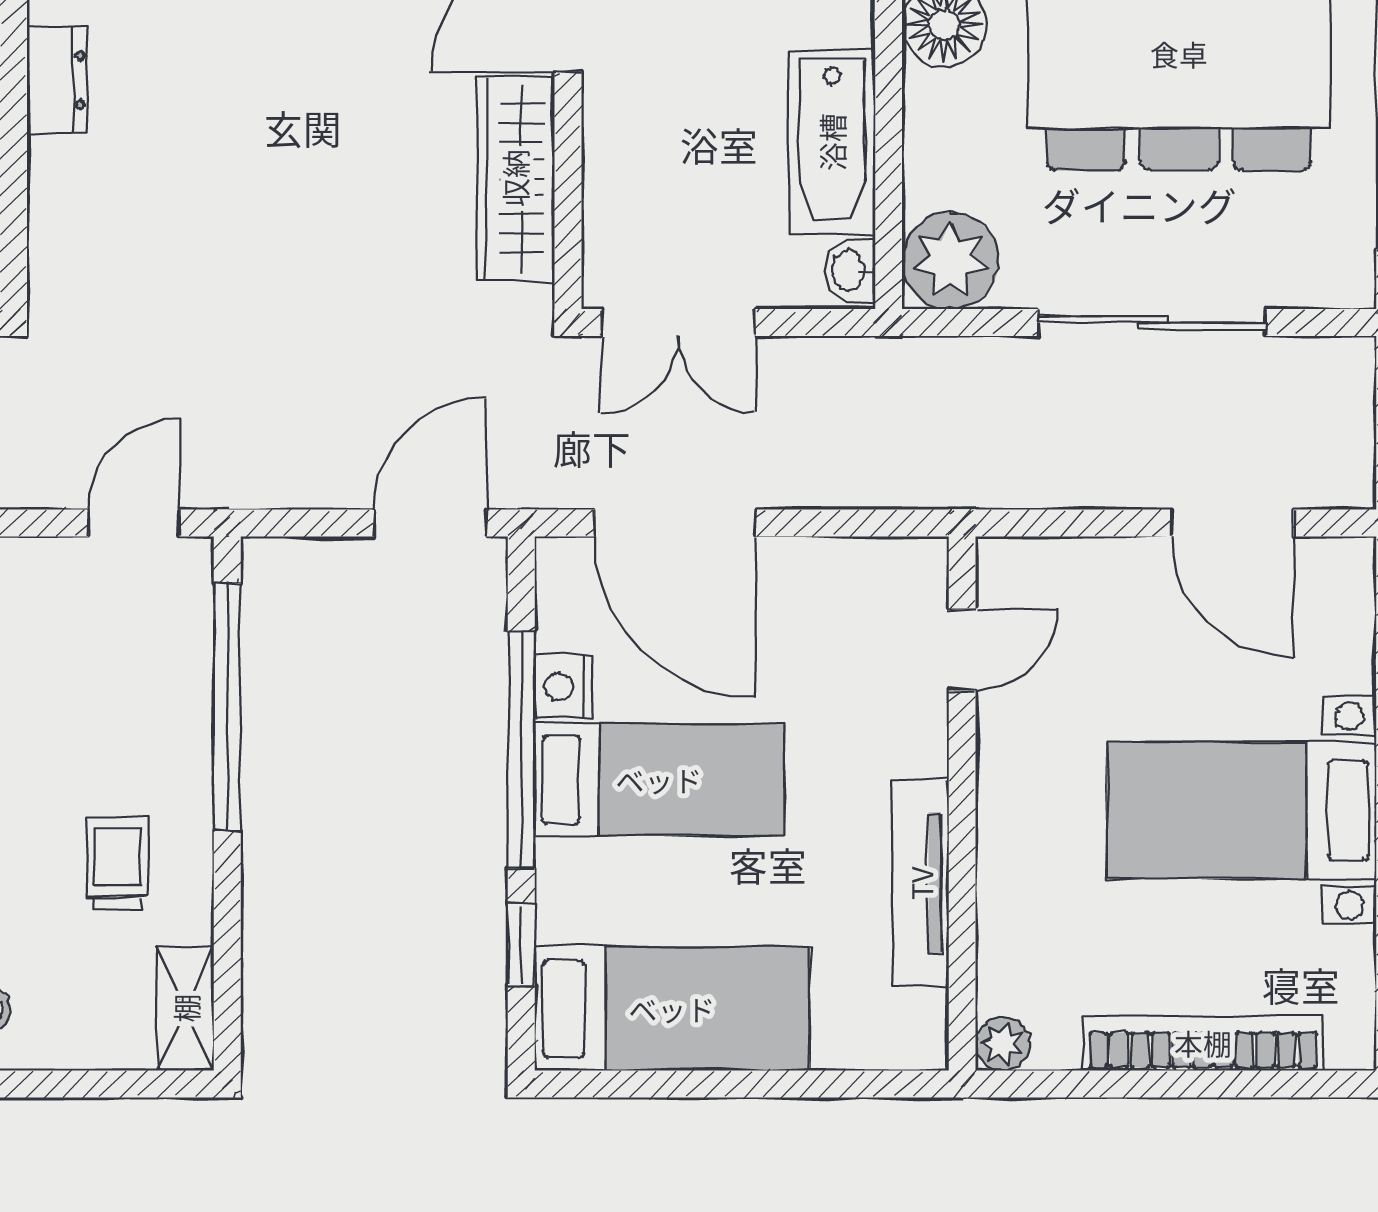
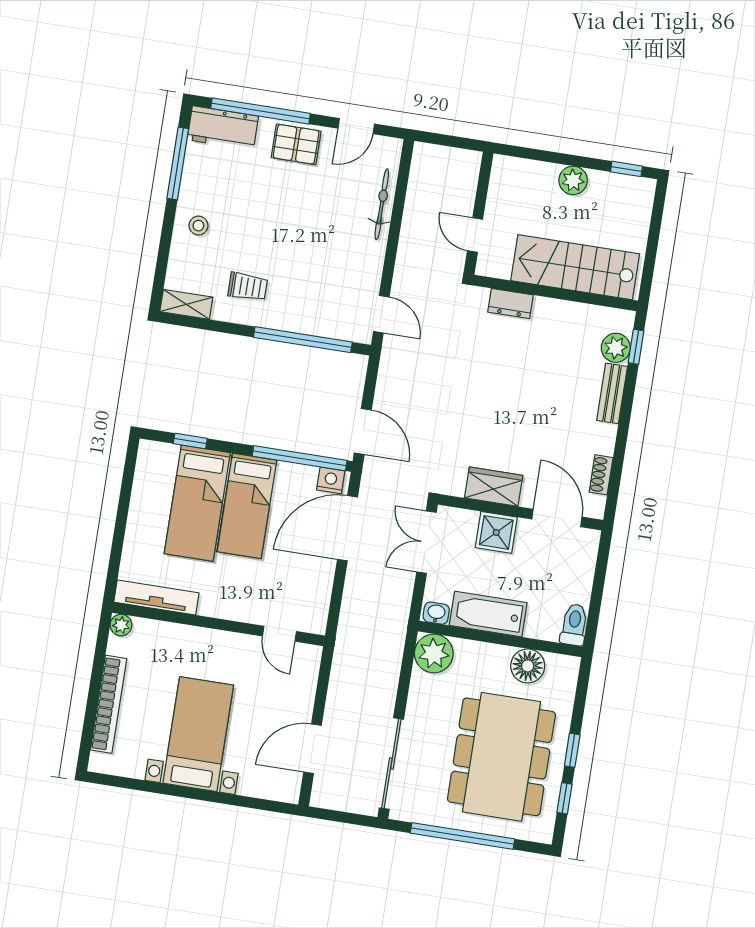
dresser: (57, 80) -> (510, 304), moved
shower: (627, 154) -> (496, 532), added
wardrobe: (515, 178) -> (494, 487), width x0.67
sliding door: (1152, 322) -> (391, 764), moved
nightstand: (564, 687) -> (331, 480), moved
window: (521, 749) -> (300, 458), moved
tv unit: (921, 883) -> (156, 598), moved
bed: (672, 1009) -> (197, 503), moved

